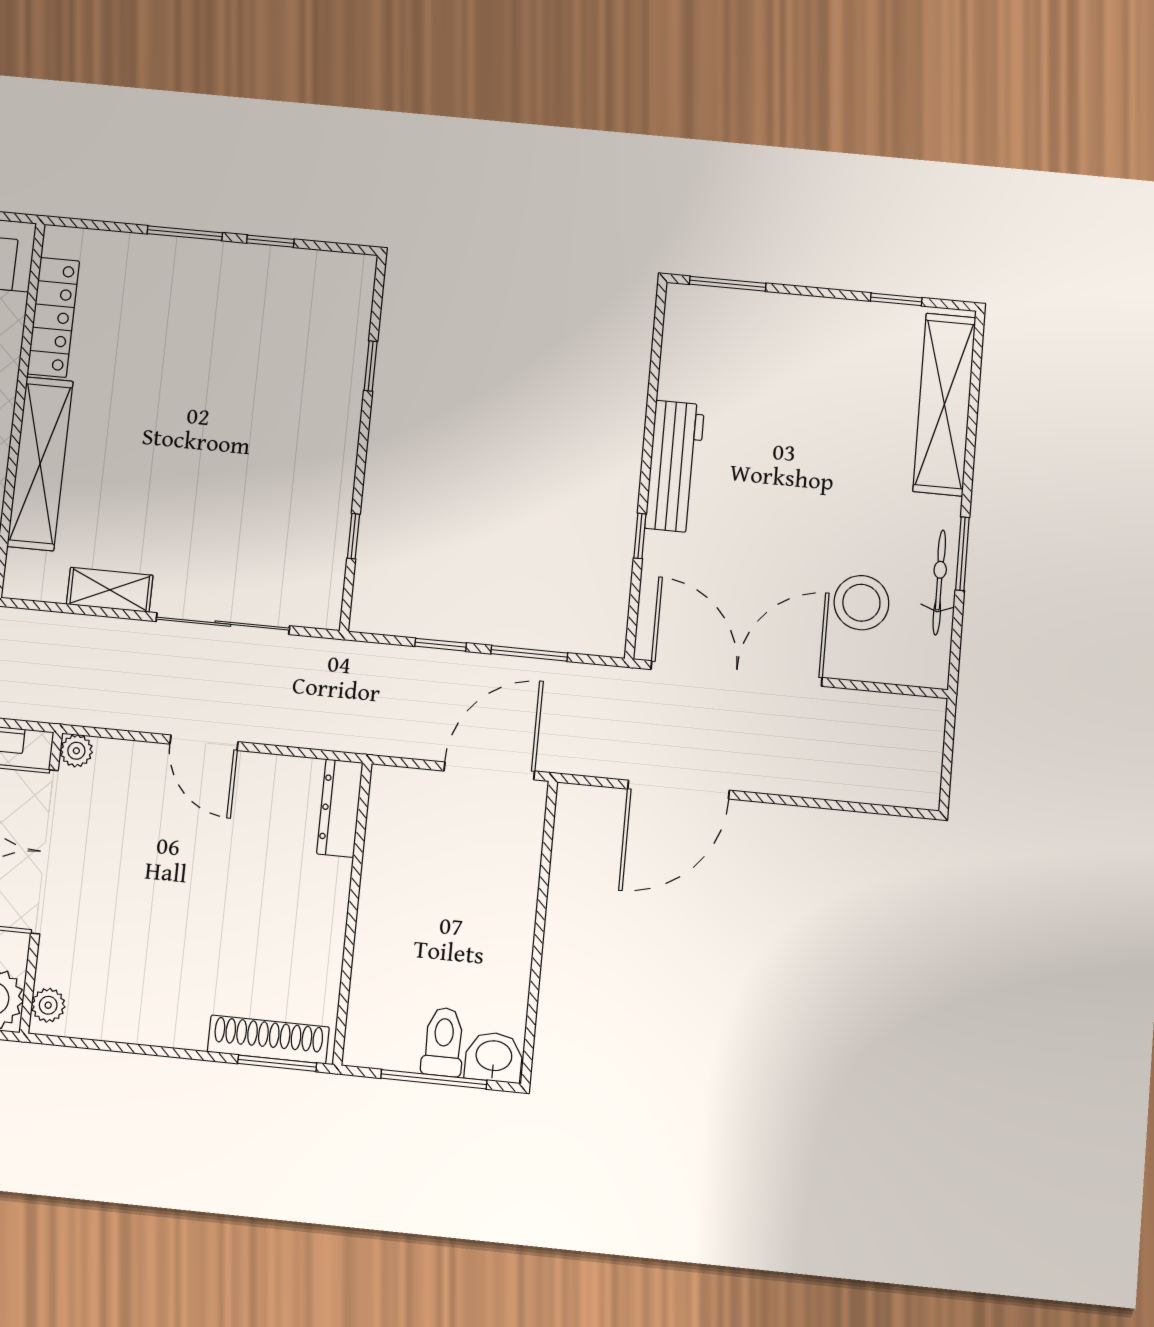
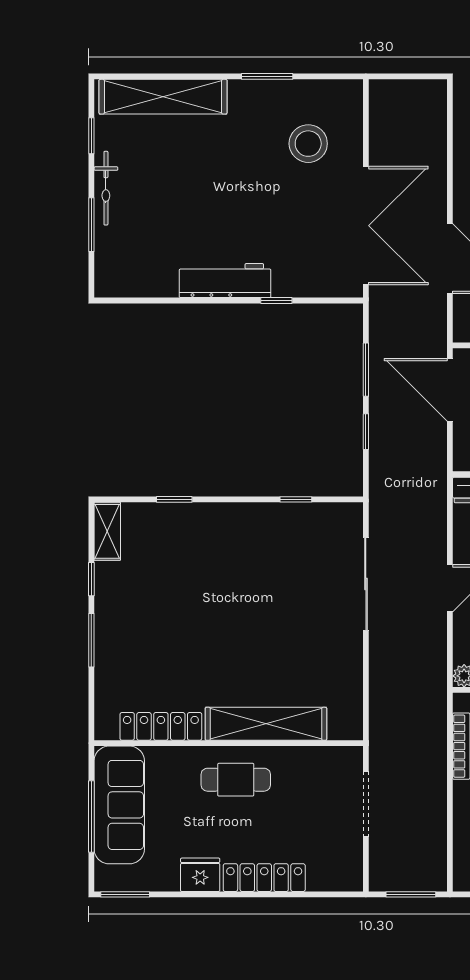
window: (728, 284) -> (91, 225), moved
bicycle: (939, 582) -> (106, 188), moved, turned -90
shelving: (110, 590) -> (107, 531), moved
double door: (736, 674) -> (366, 226), swing flipped

